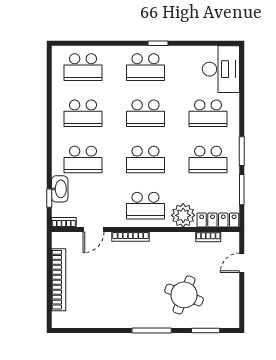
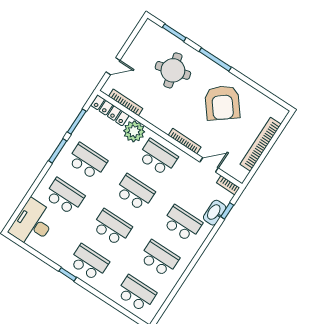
bookcase: (208, 237) -> (126, 102), width x1.56
armchair: (119, 295) -> (222, 103), added
round table: (184, 295) -> (173, 70), turned -37

